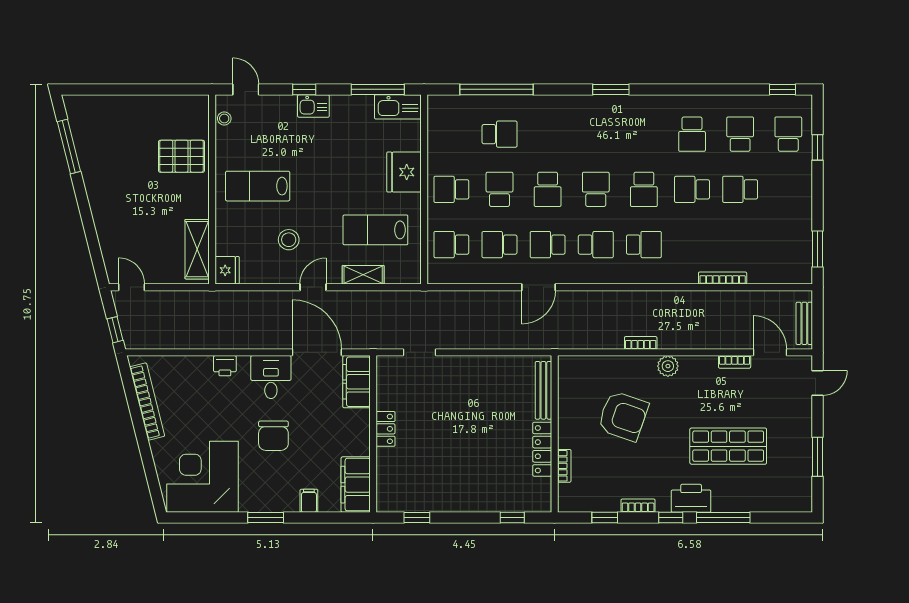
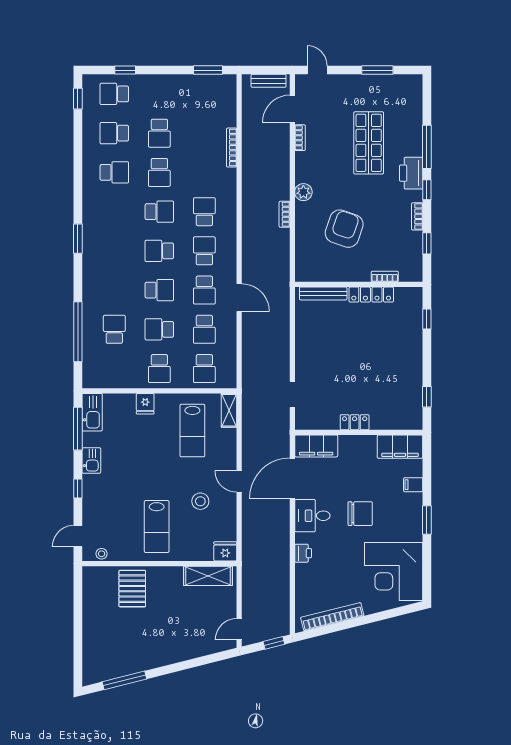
kitchen sink: (313, 106) -> (91, 460), moved
fridge: (404, 172) -> (145, 404), width x0.53, depth x0.75
shelving: (363, 275) -> (229, 410), moved

